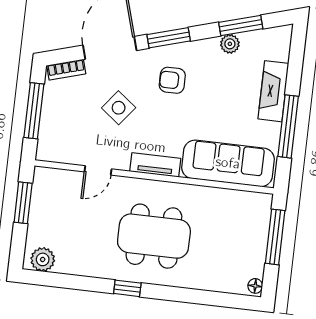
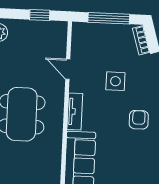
side table: (119, 108) -> (115, 81), turned -38
window: (23, 203) -> (40, 15), width x0.67

